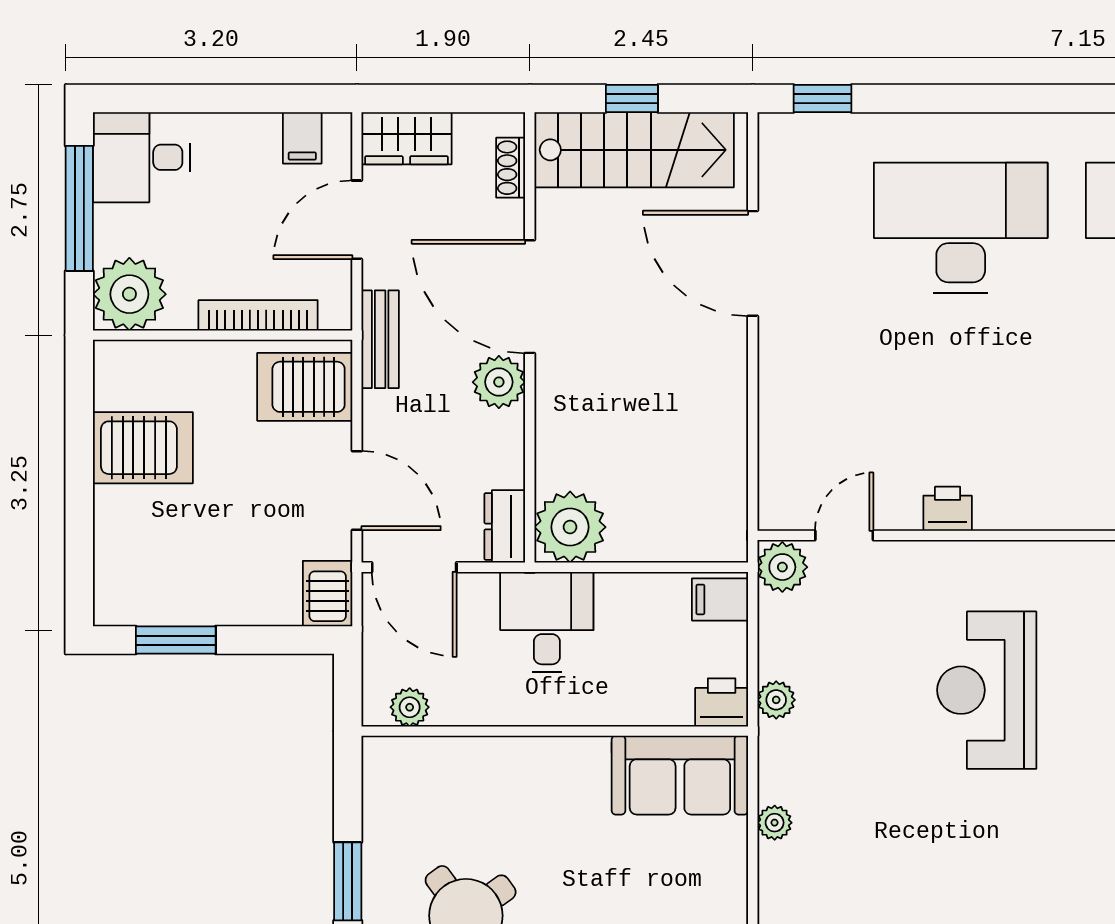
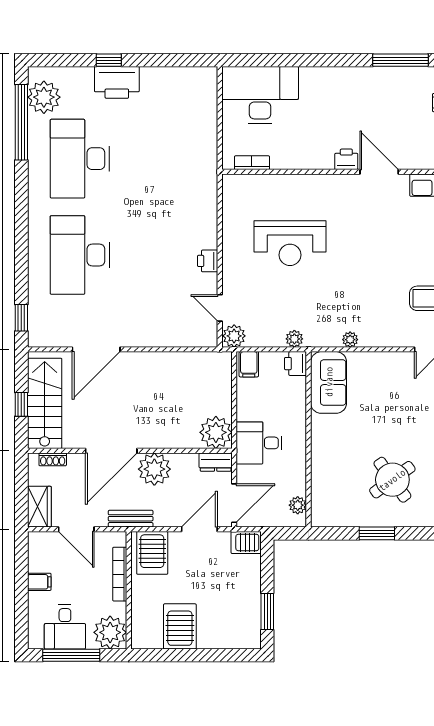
filing cabinet: (302, 138) -> (39, 582), moved
desk: (142, 157) -> (65, 627), moved
plant: (499, 382) -> (154, 469), width x1.36, depth x1.36

